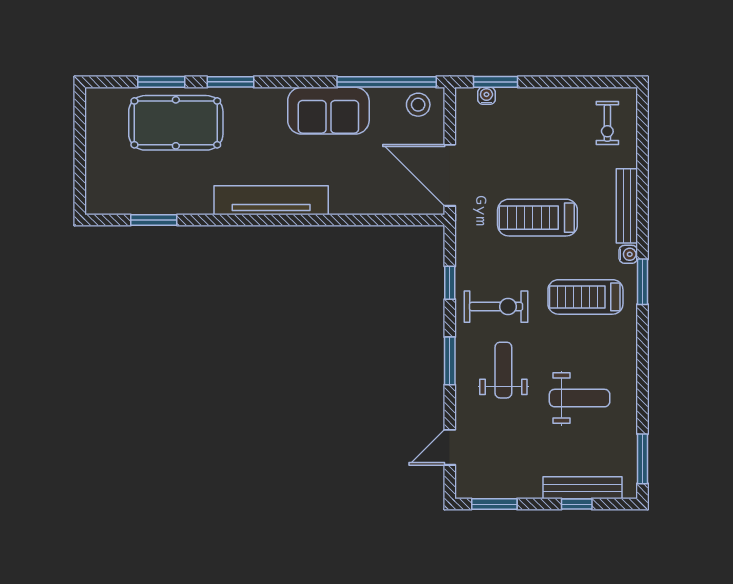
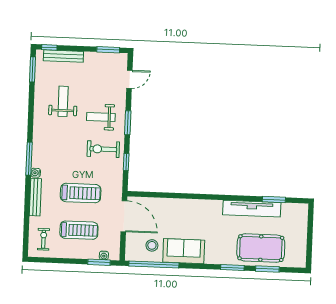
stool: (418, 105) -> (152, 245), moved
tv unit: (271, 200) -> (252, 209), moved
window: (643, 282) -> (29, 159), width x1.44
treadmill: (585, 297) -> (79, 230), moved
weight bench: (503, 370) -> (101, 117), turned 90
weight bench: (580, 398) -> (63, 101), turned 90
window: (577, 504) -> (49, 47), moved

